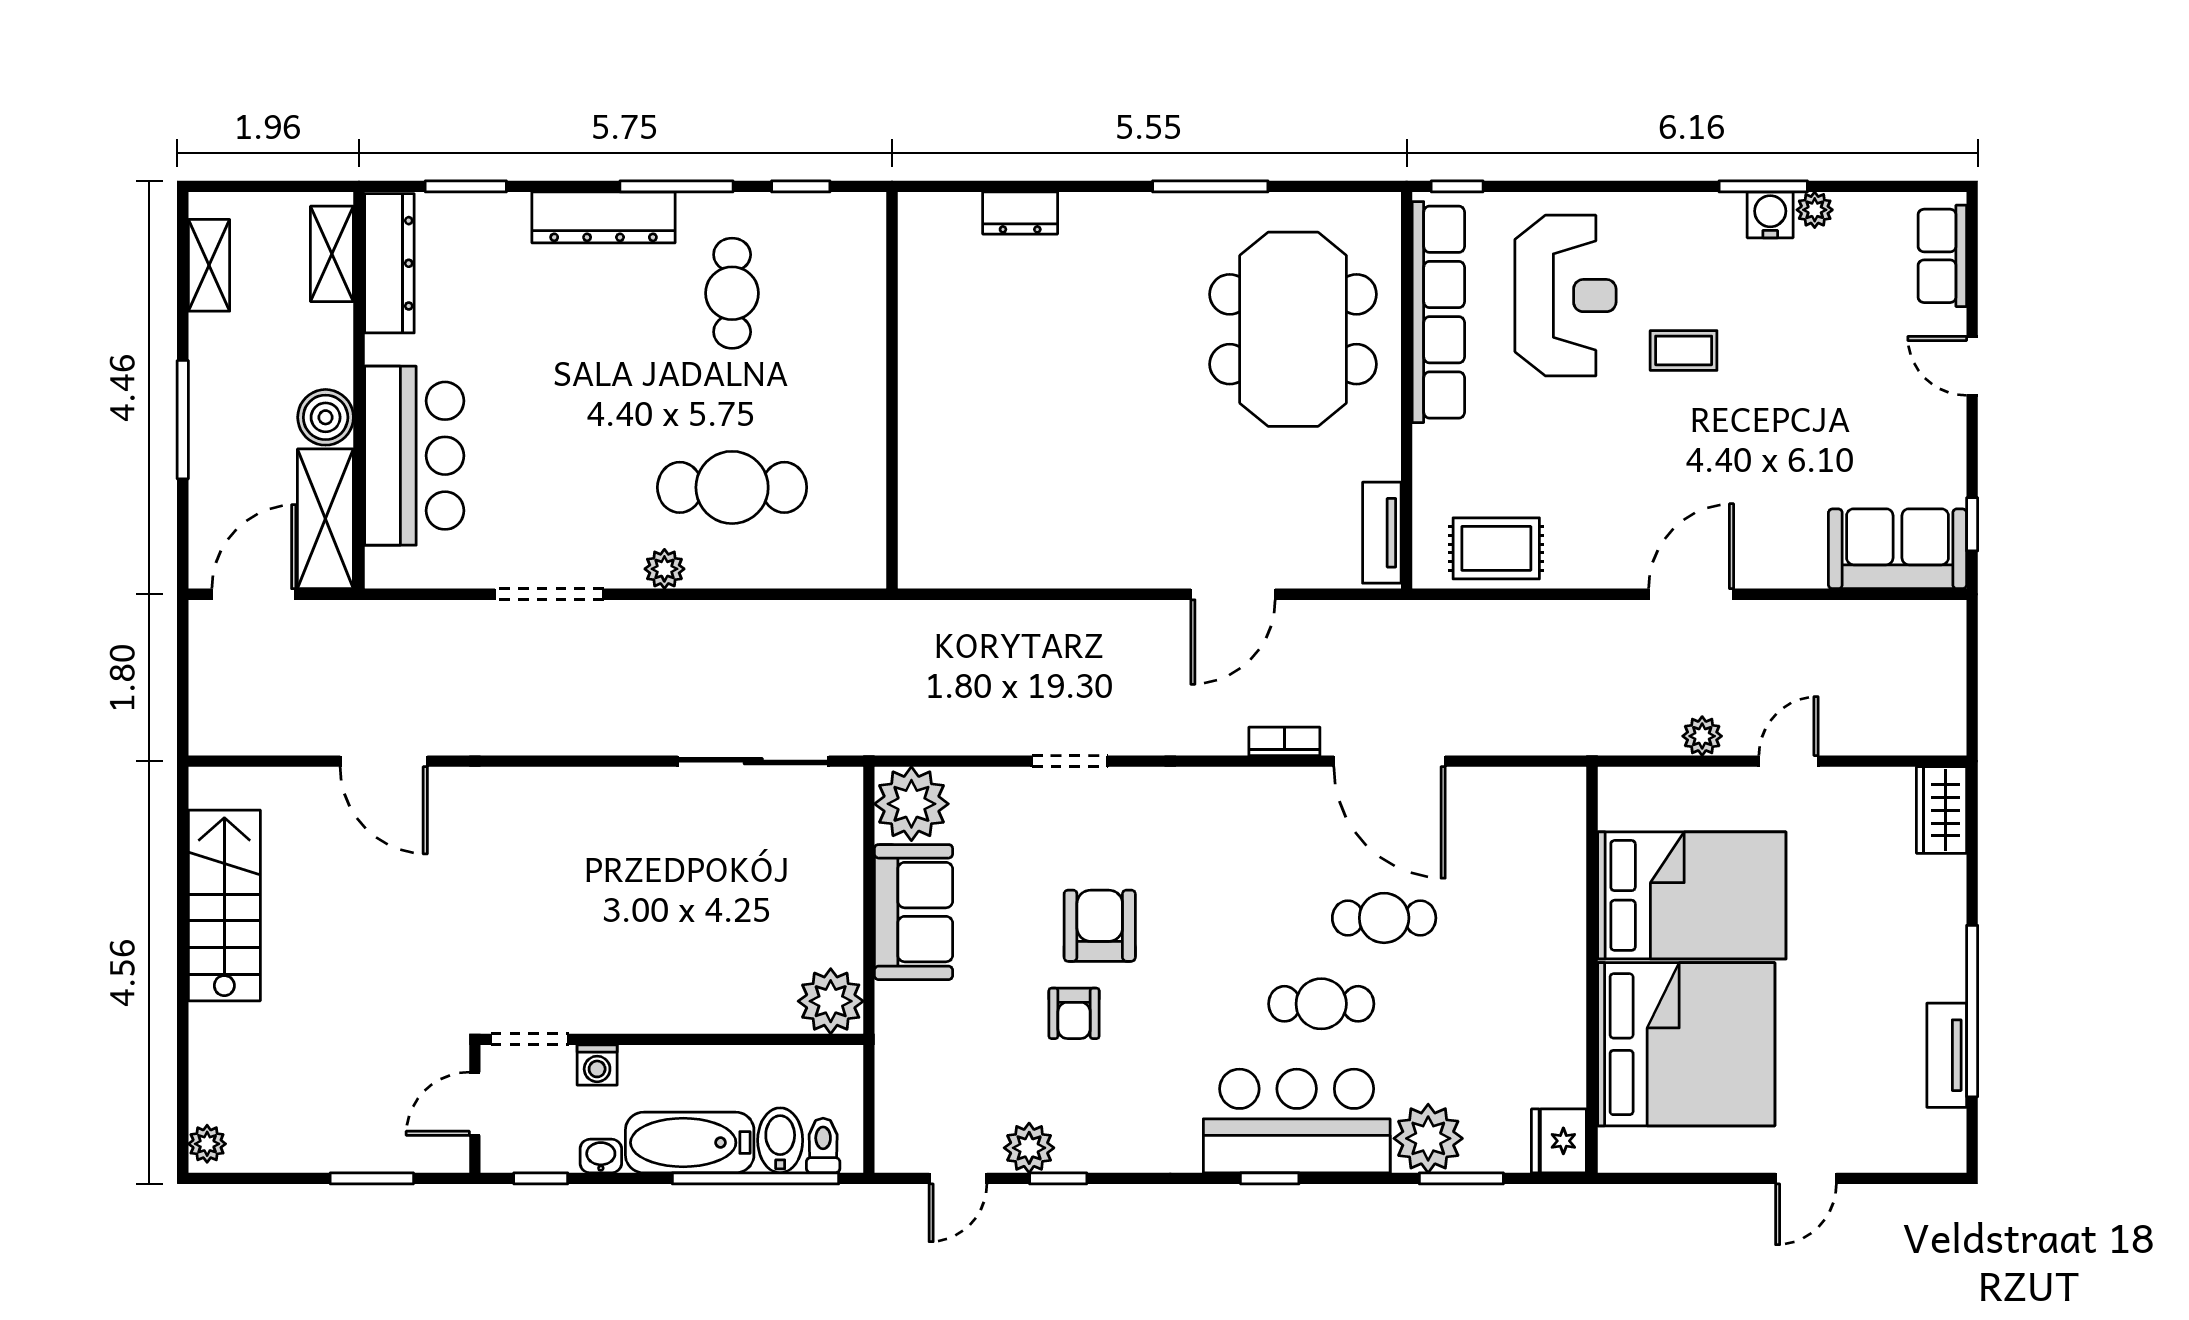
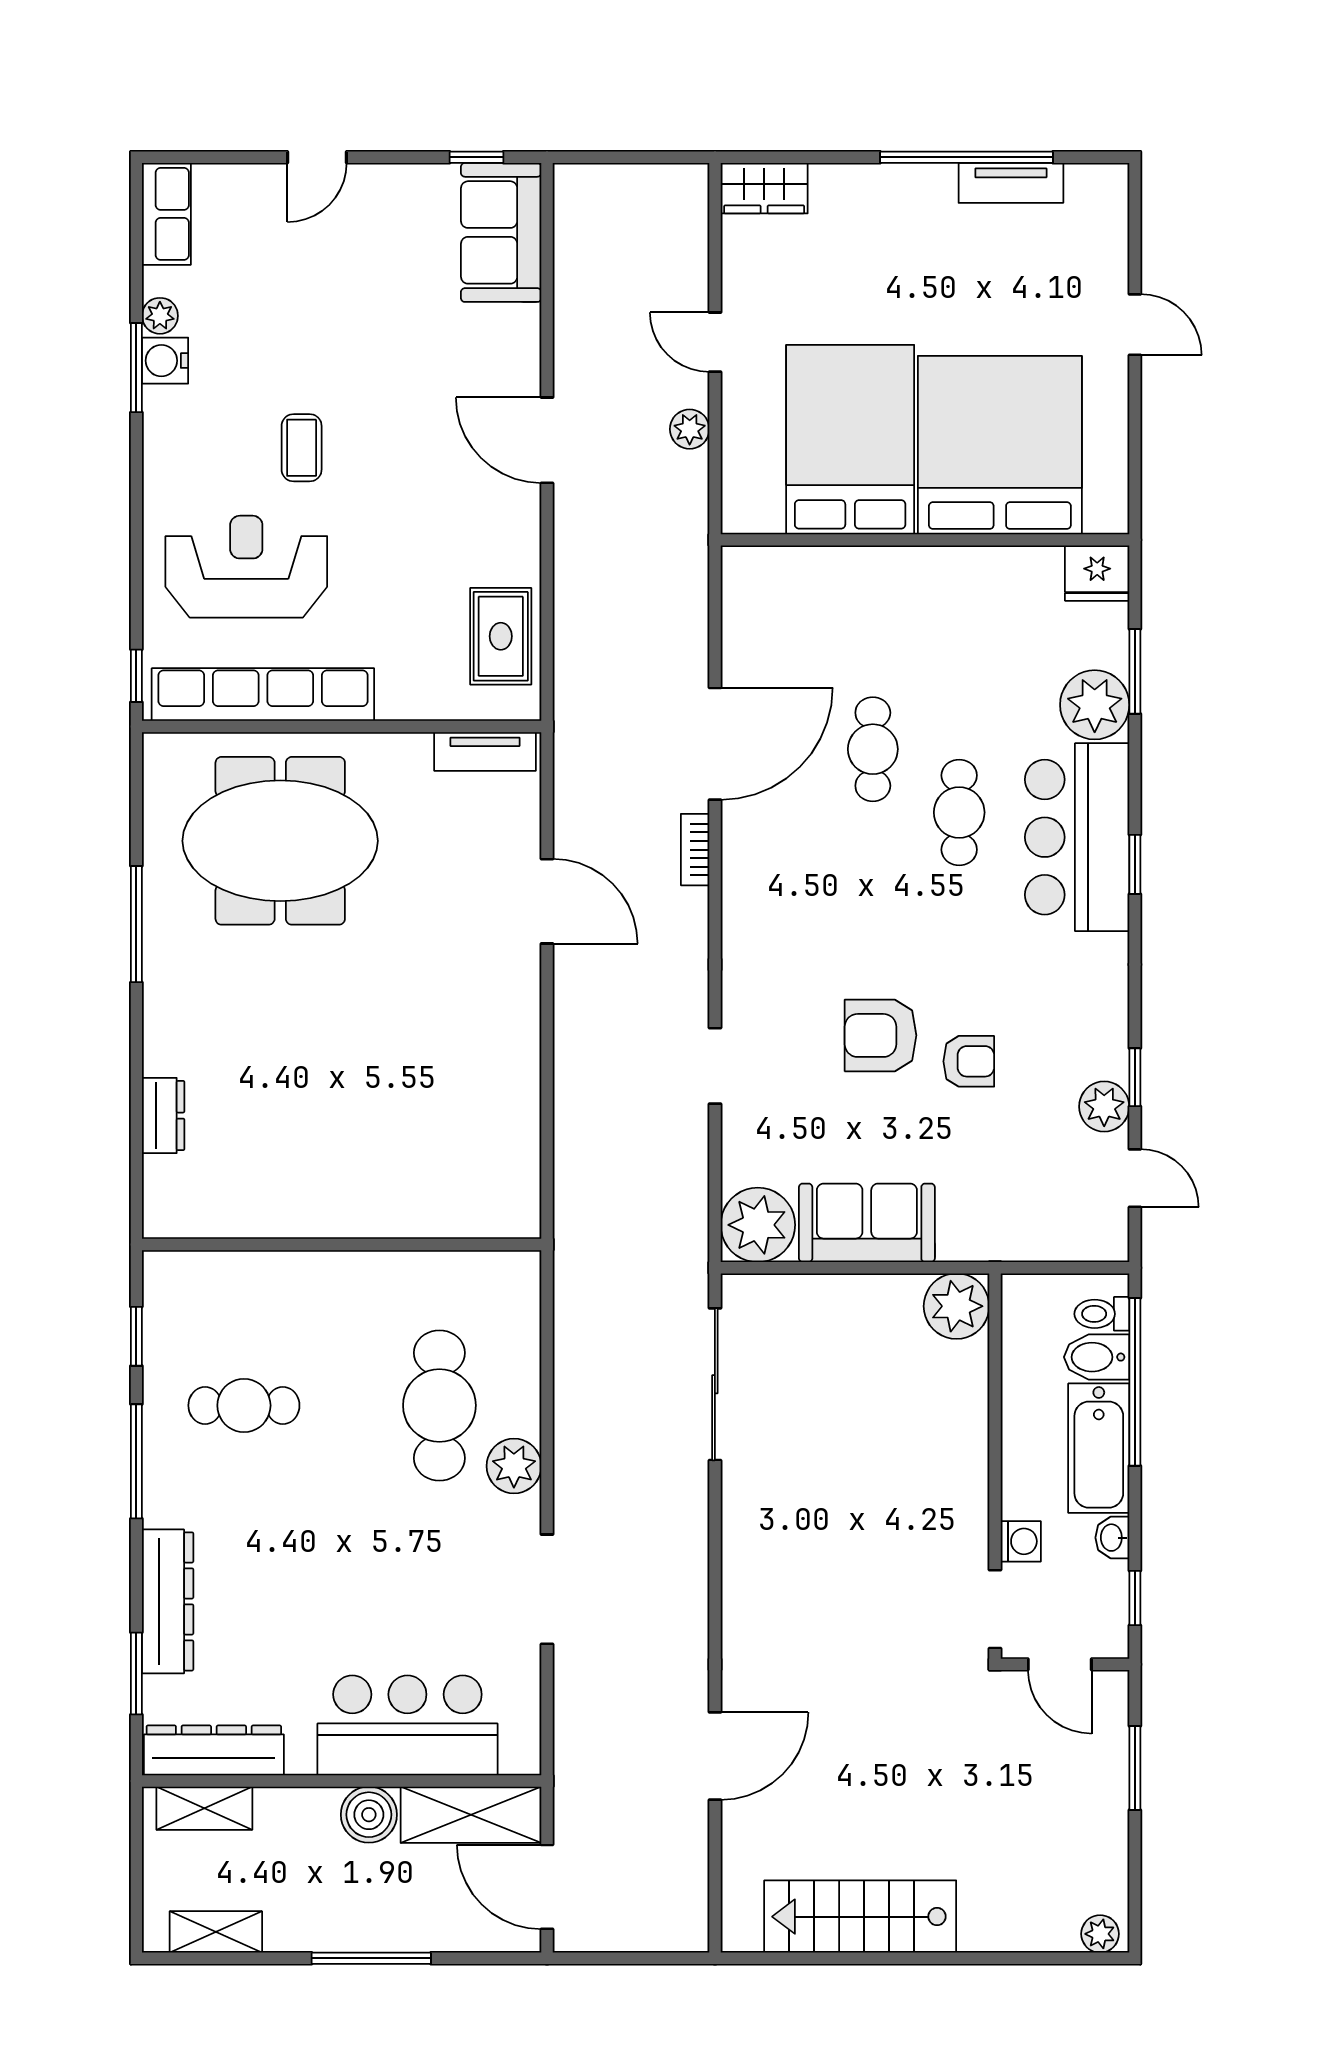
dresser: (604, 217) -> (168, 1601), moved
row of seats: (1942, 256) -> (166, 214), moved, turned -90
plant: (664, 569) -> (514, 1466), width x1.38, depth x1.38

